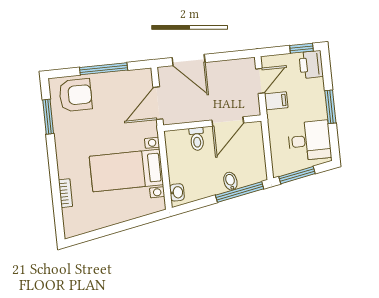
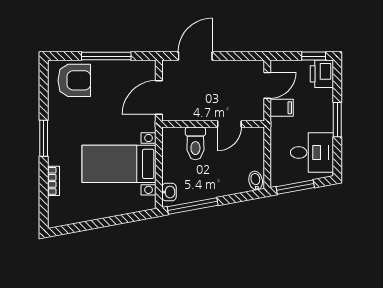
door: (189, 60) -> (195, 56), swing flipped
window: (48, 117) -> (44, 138), moved
door: (228, 121) -> (229, 124), width x0.73
toilet: (197, 139) -> (195, 143), width x1.37, depth x1.39
bidet: (230, 181) -> (256, 181), moved
window: (240, 192) -> (193, 206), moved

